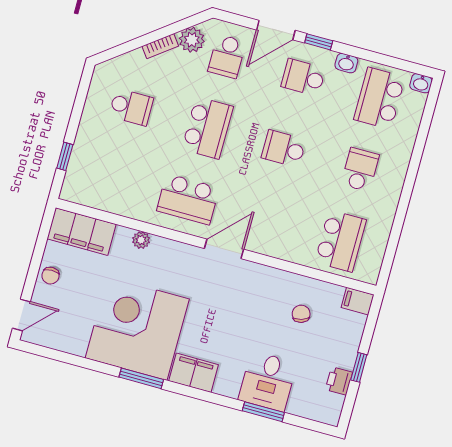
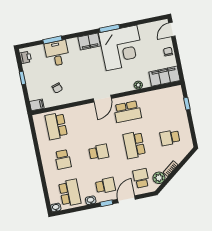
school desk: (188, 199) -> (127, 112), turned 180
printer: (339, 381) -> (26, 57), moved

